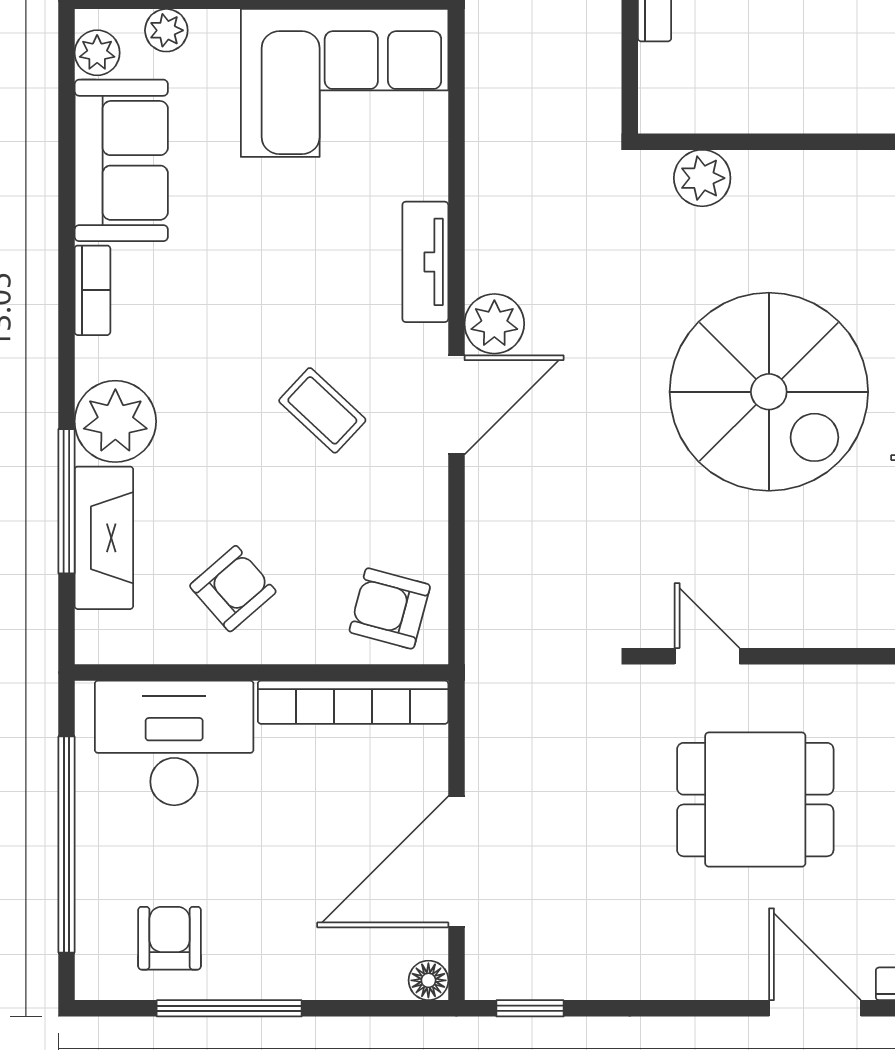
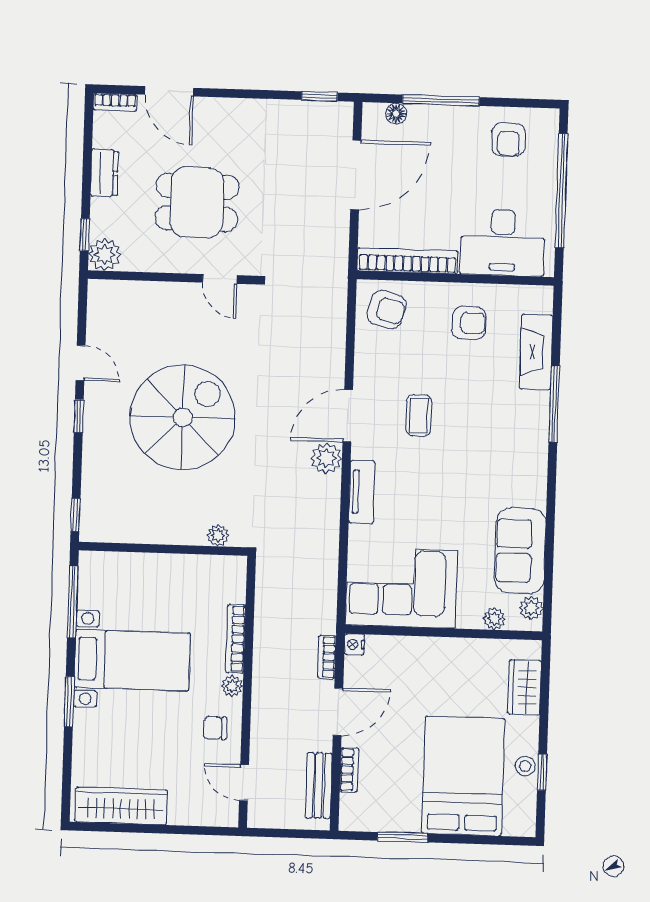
plant: (702, 178) -> (218, 536), width x0.73, depth x0.73
bookcase: (92, 290) -> (538, 483), removed
spiral stairs: (769, 392) -> (183, 417), turned 90
coffee table: (322, 410) -> (419, 415), turned 47
plant: (115, 421) -> (528, 413), removed
window: (66, 501) -> (554, 404), moved
armchair: (233, 589) -> (469, 323), turned -139
floor lamp: (428, 980) -> (396, 114), moved
window: (229, 1008) -> (441, 100), moved

